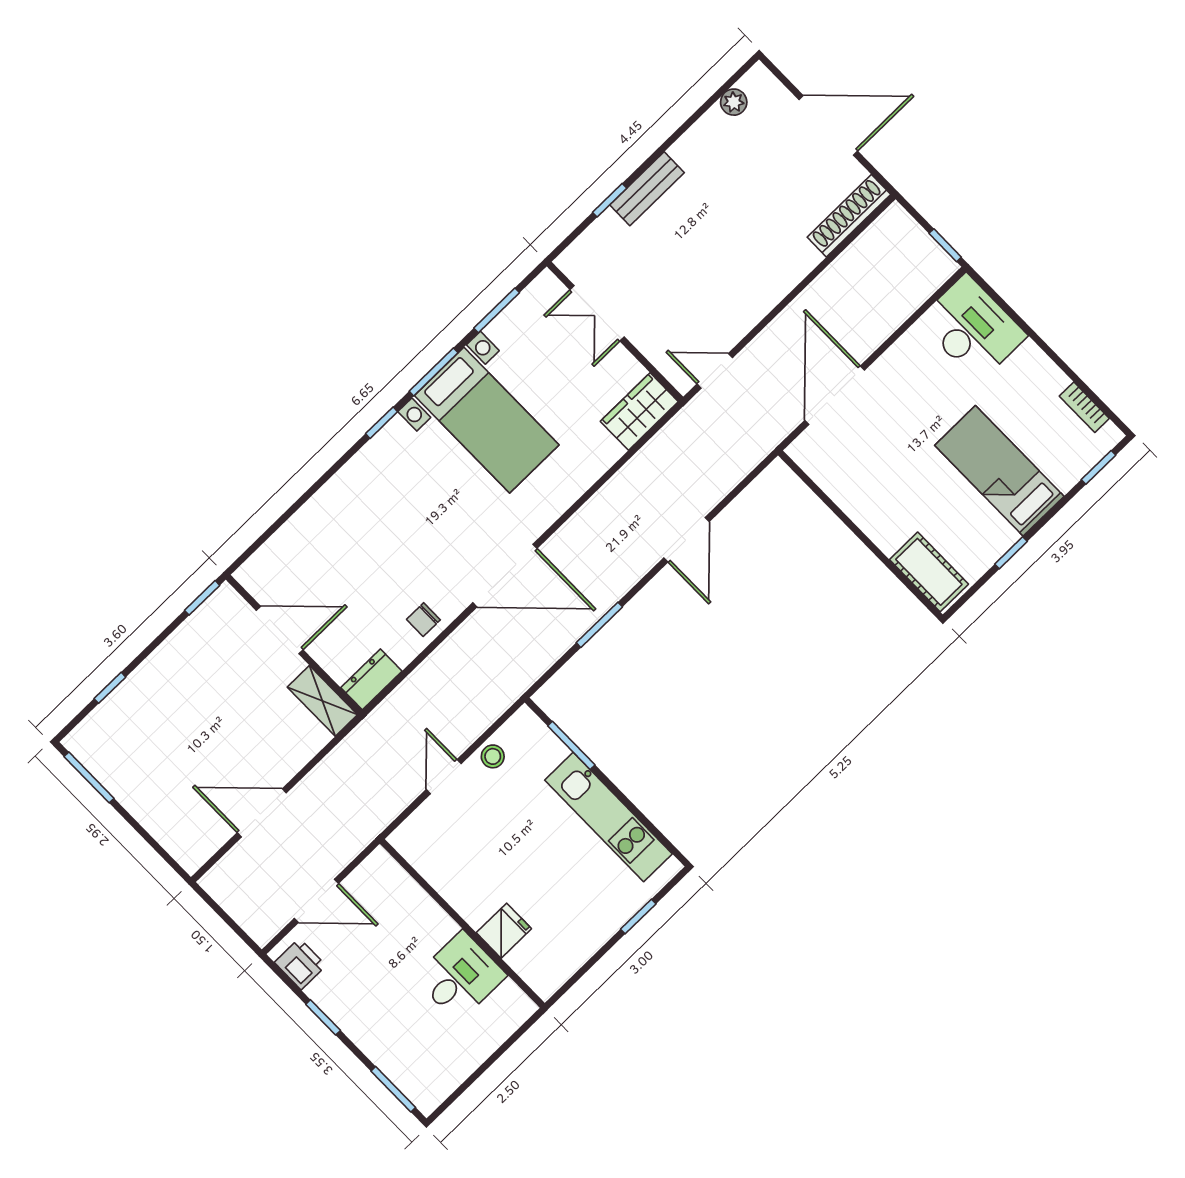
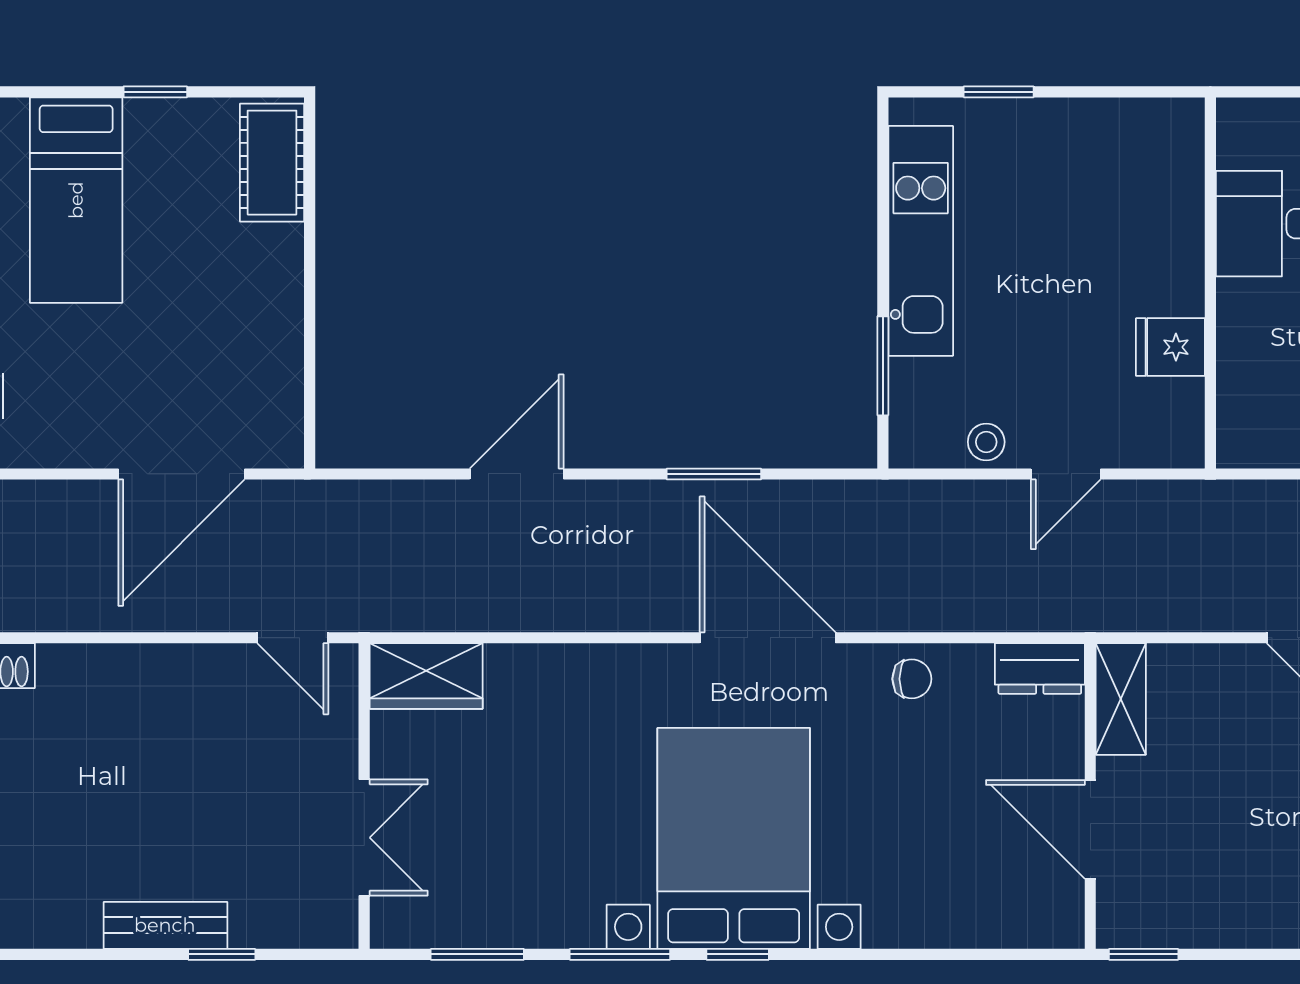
bed with nightstands: (487, 420) -> (734, 838), moved, width x1.36
fridge: (504, 931) -> (1170, 347), moved

